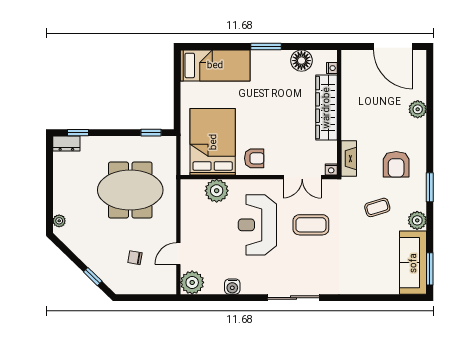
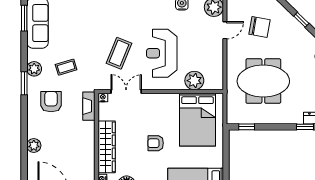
armchair: (254, 158) -> (156, 143), moved
plant: (417, 220) -> (34, 69), moved
reception desk: (257, 225) -> (162, 53), turned 180
coffee table: (311, 225) -> (119, 53), turned -68
chair: (135, 258) -> (260, 27), width x1.87, depth x1.87
window: (93, 277) -> (301, 20), moved

